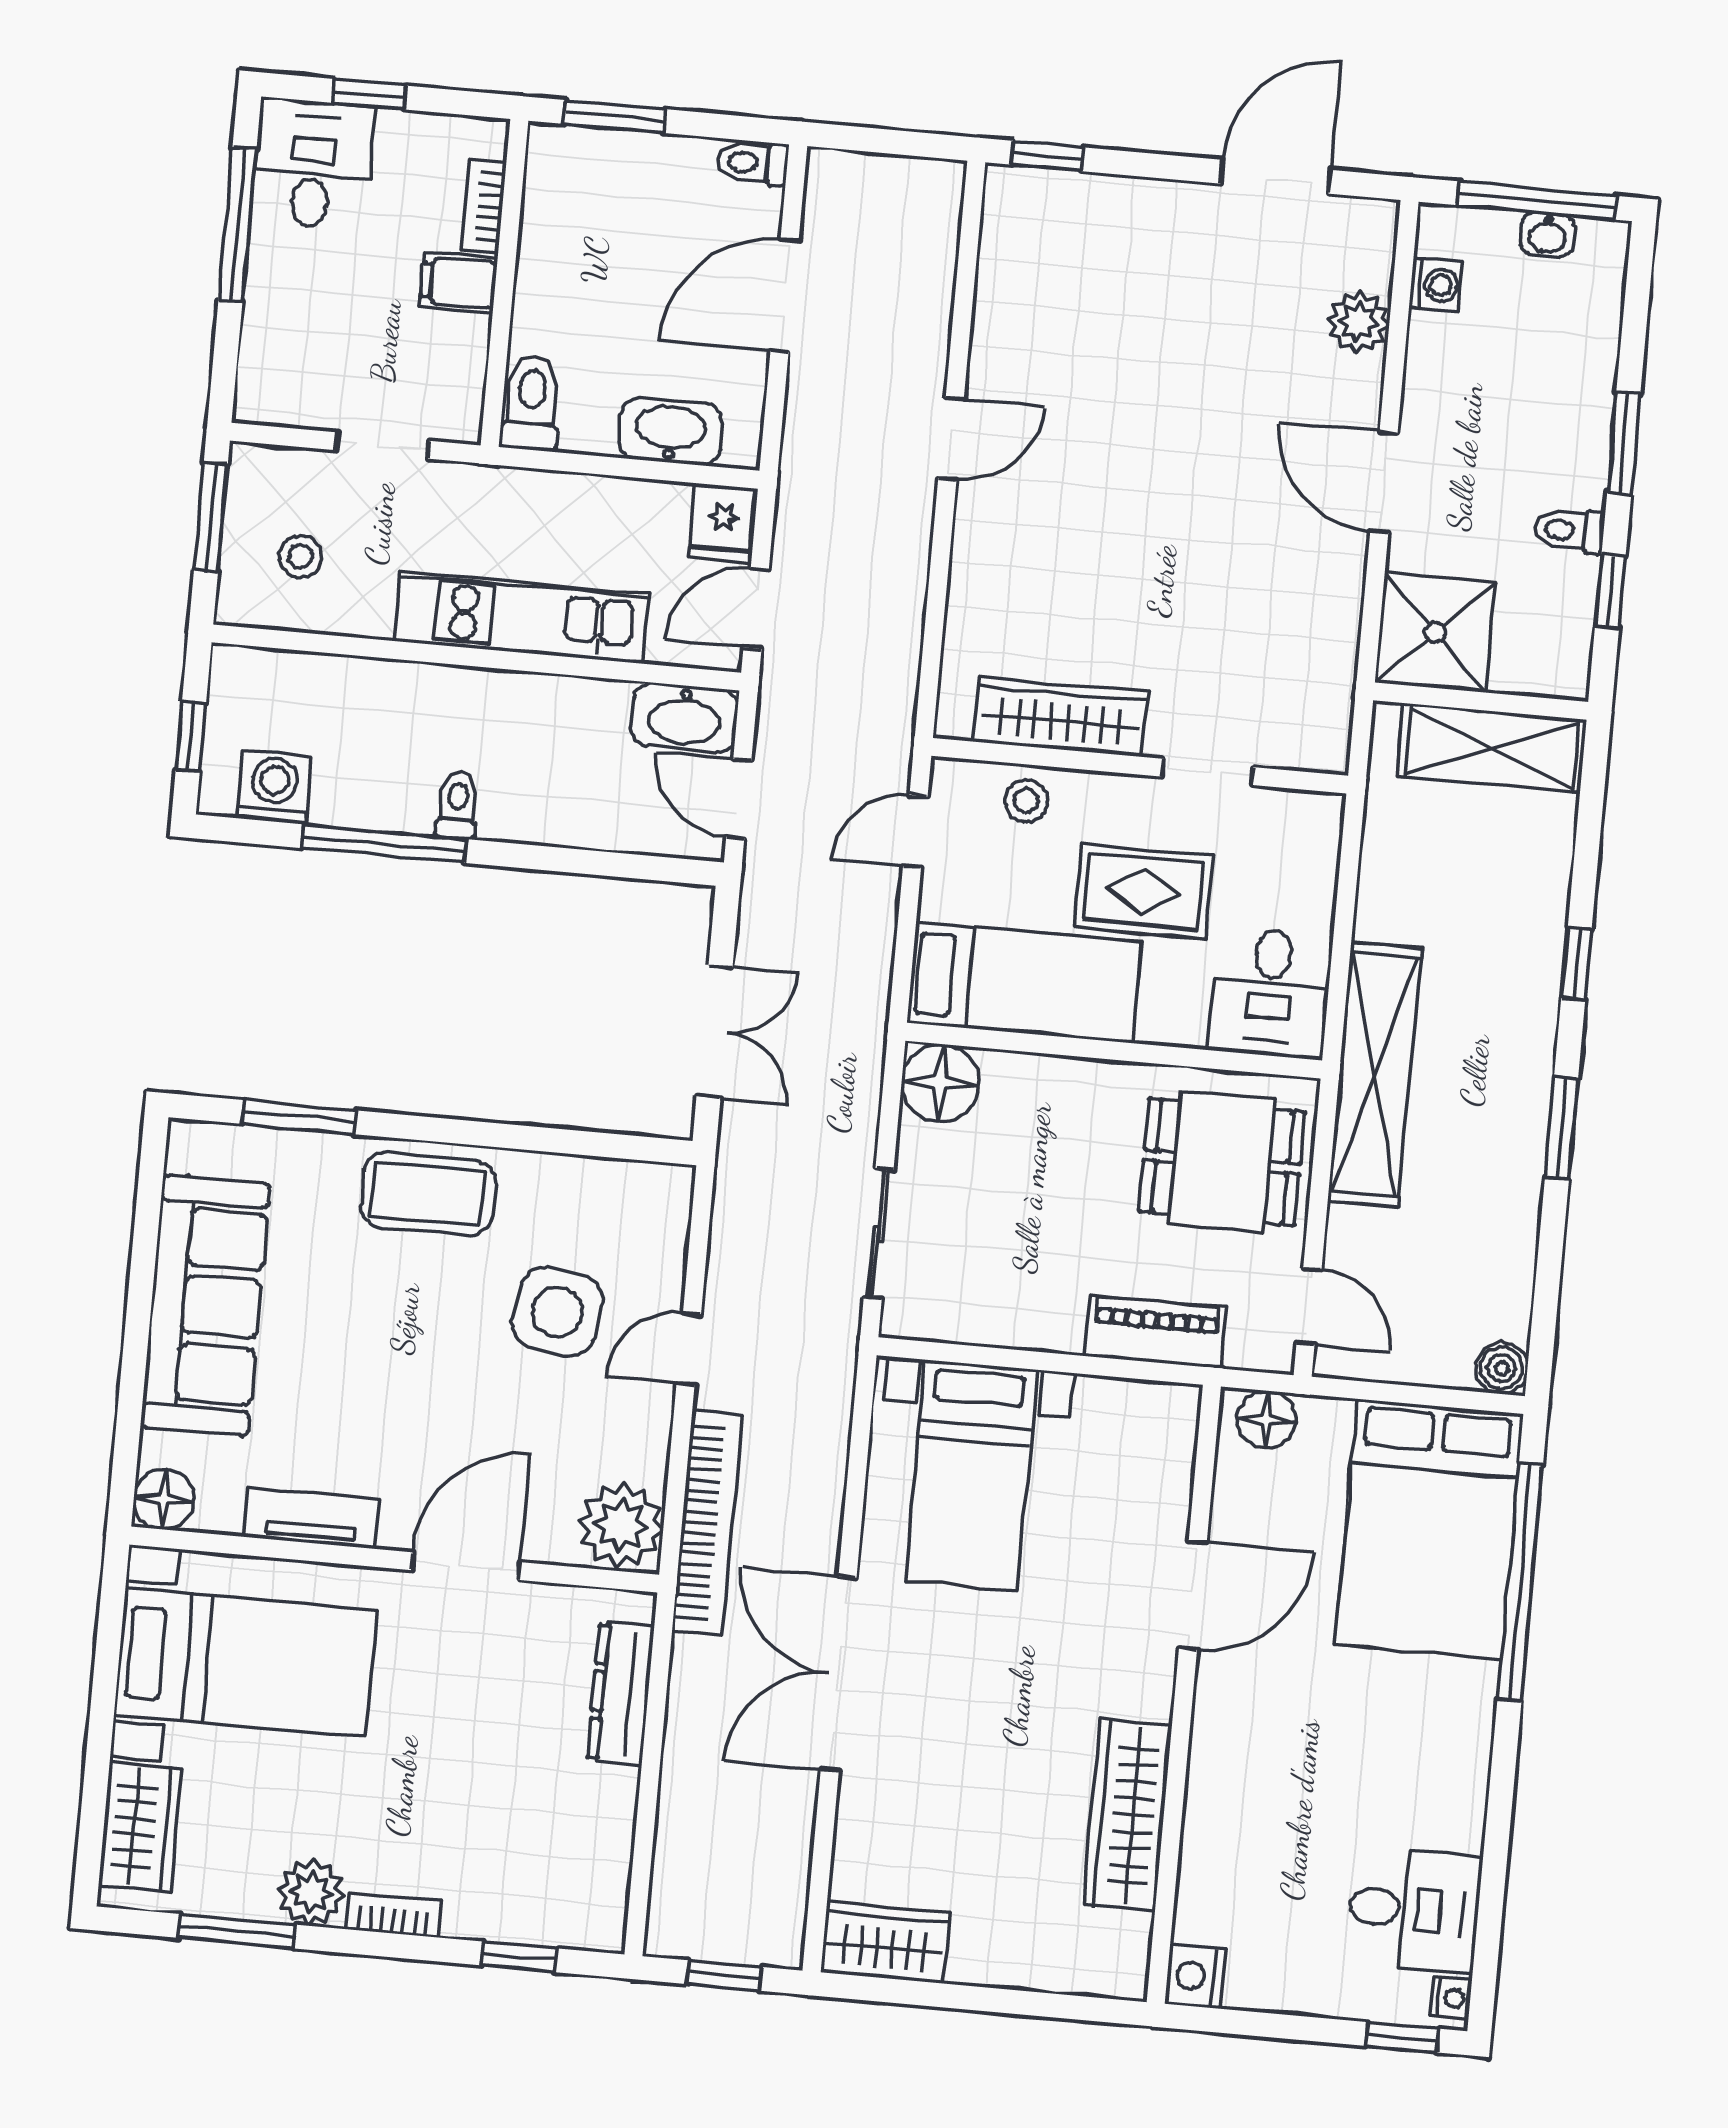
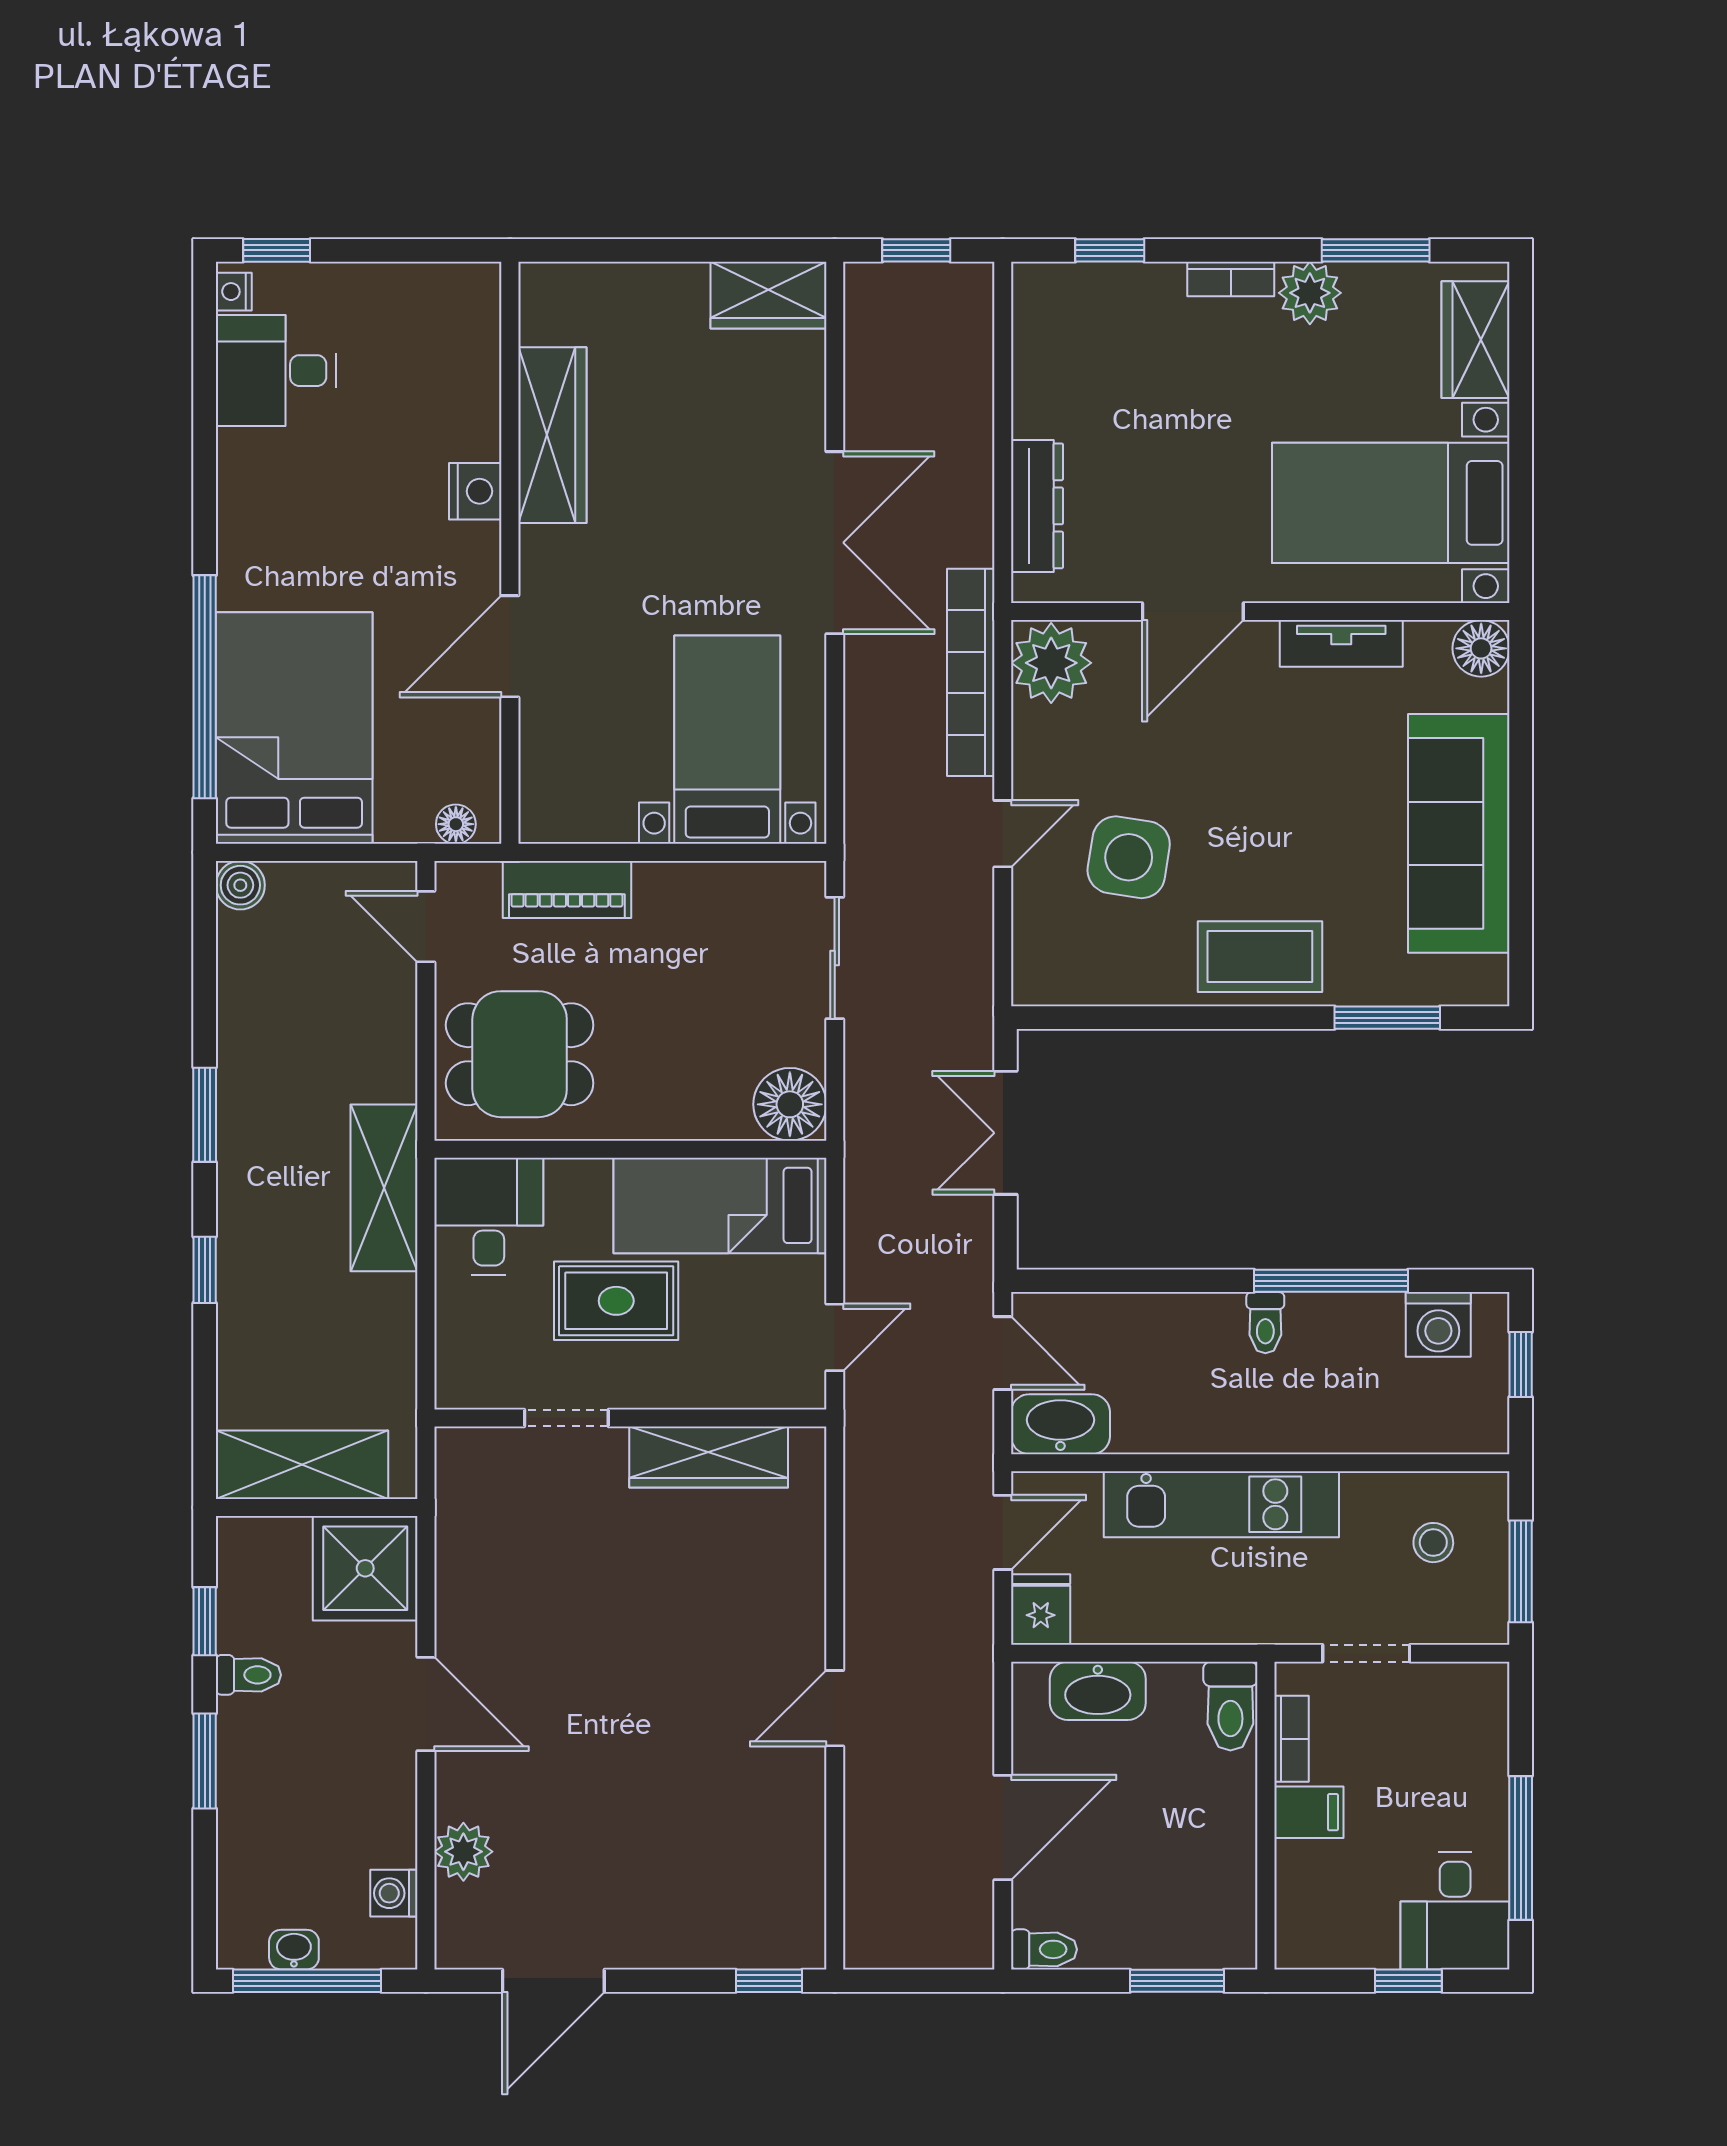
bookcase: (484, 206) -> (1292, 1739), moved
stool: (1027, 801) -> (733, 1375), removed
shelving: (1375, 1075) -> (384, 1188), width x0.68
floor lamp: (1267, 1420) -> (456, 824), width x0.73, depth x0.73
nightstand: (1195, 1976) -> (475, 491), moved

